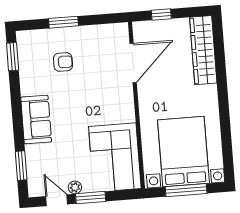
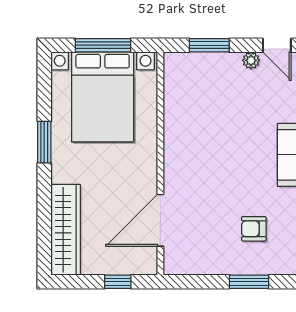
window: (224, 114) -> (44, 142), added
corner sofa: (115, 157) -> (195, 96), removed
window: (91, 198) -> (209, 45), moved

